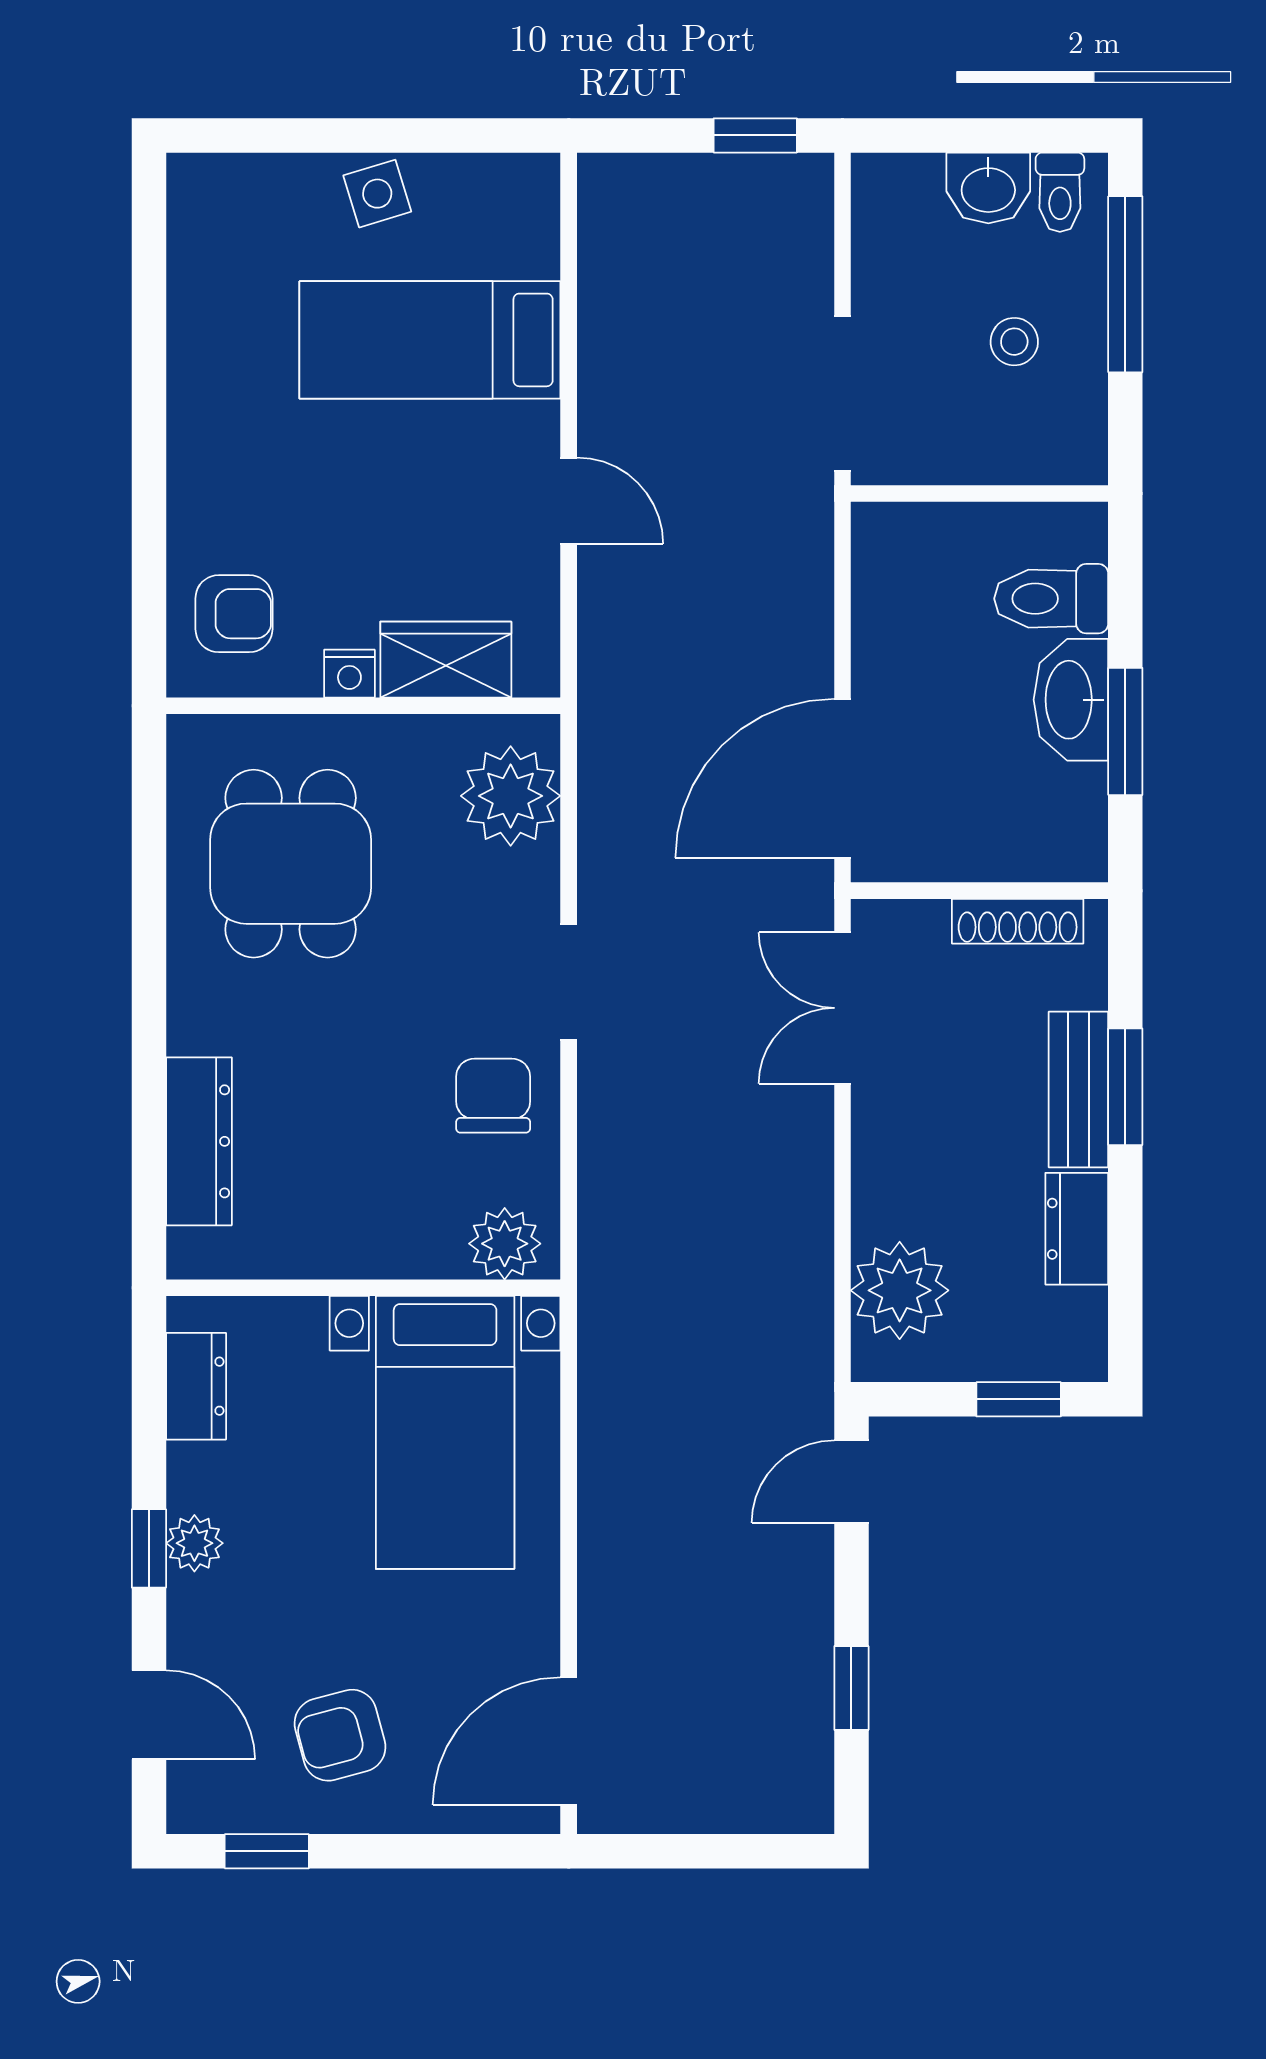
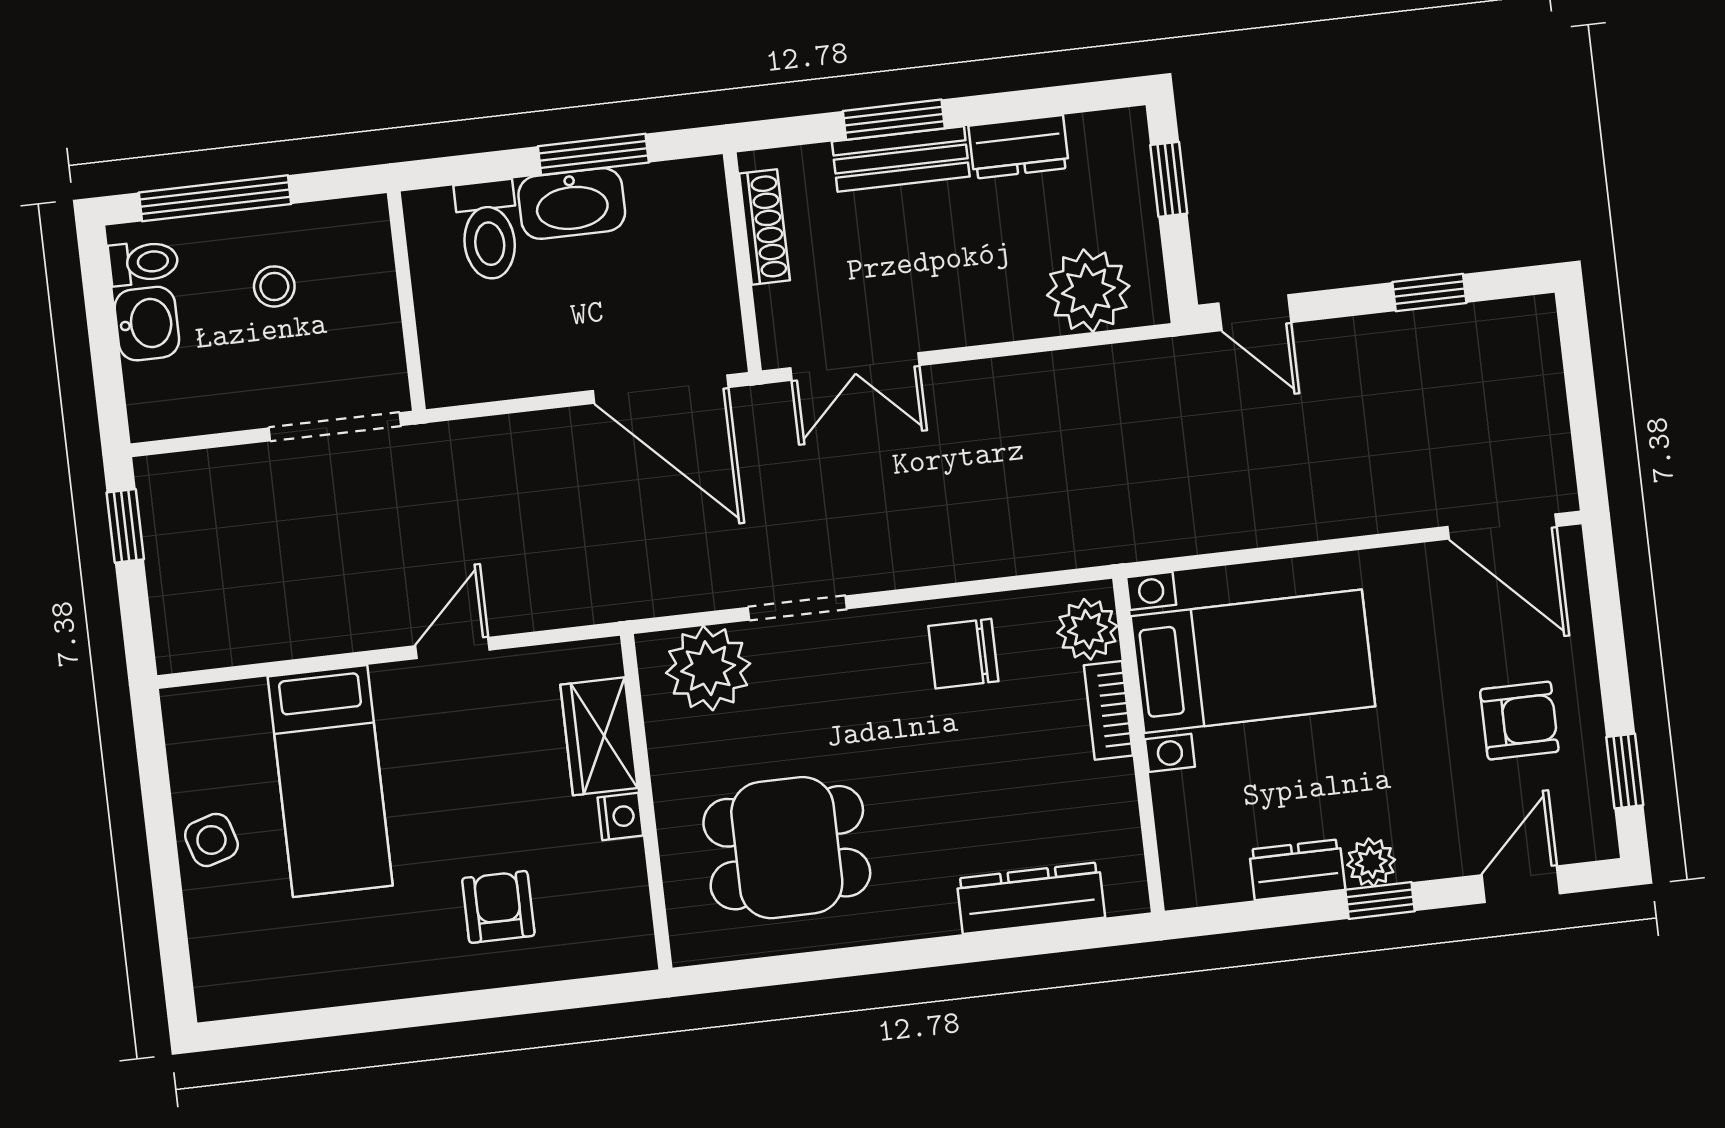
armchair: (234, 614) -> (498, 907), moved
doorway: (569, 982) -> (797, 608), moved
bookcase: (407, 1257) -> (1108, 710), added
dresser: (196, 1386) -> (1297, 870), moved
armchair: (340, 1735) -> (1519, 721), turned -75

